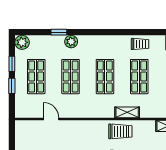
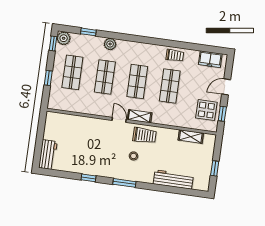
window: (59, 32) -> (88, 32), moved
window: (12, 64) -> (53, 44), moved
shelving: (127, 112) -> (140, 116), moved
door: (51, 119) -> (119, 120), moved

